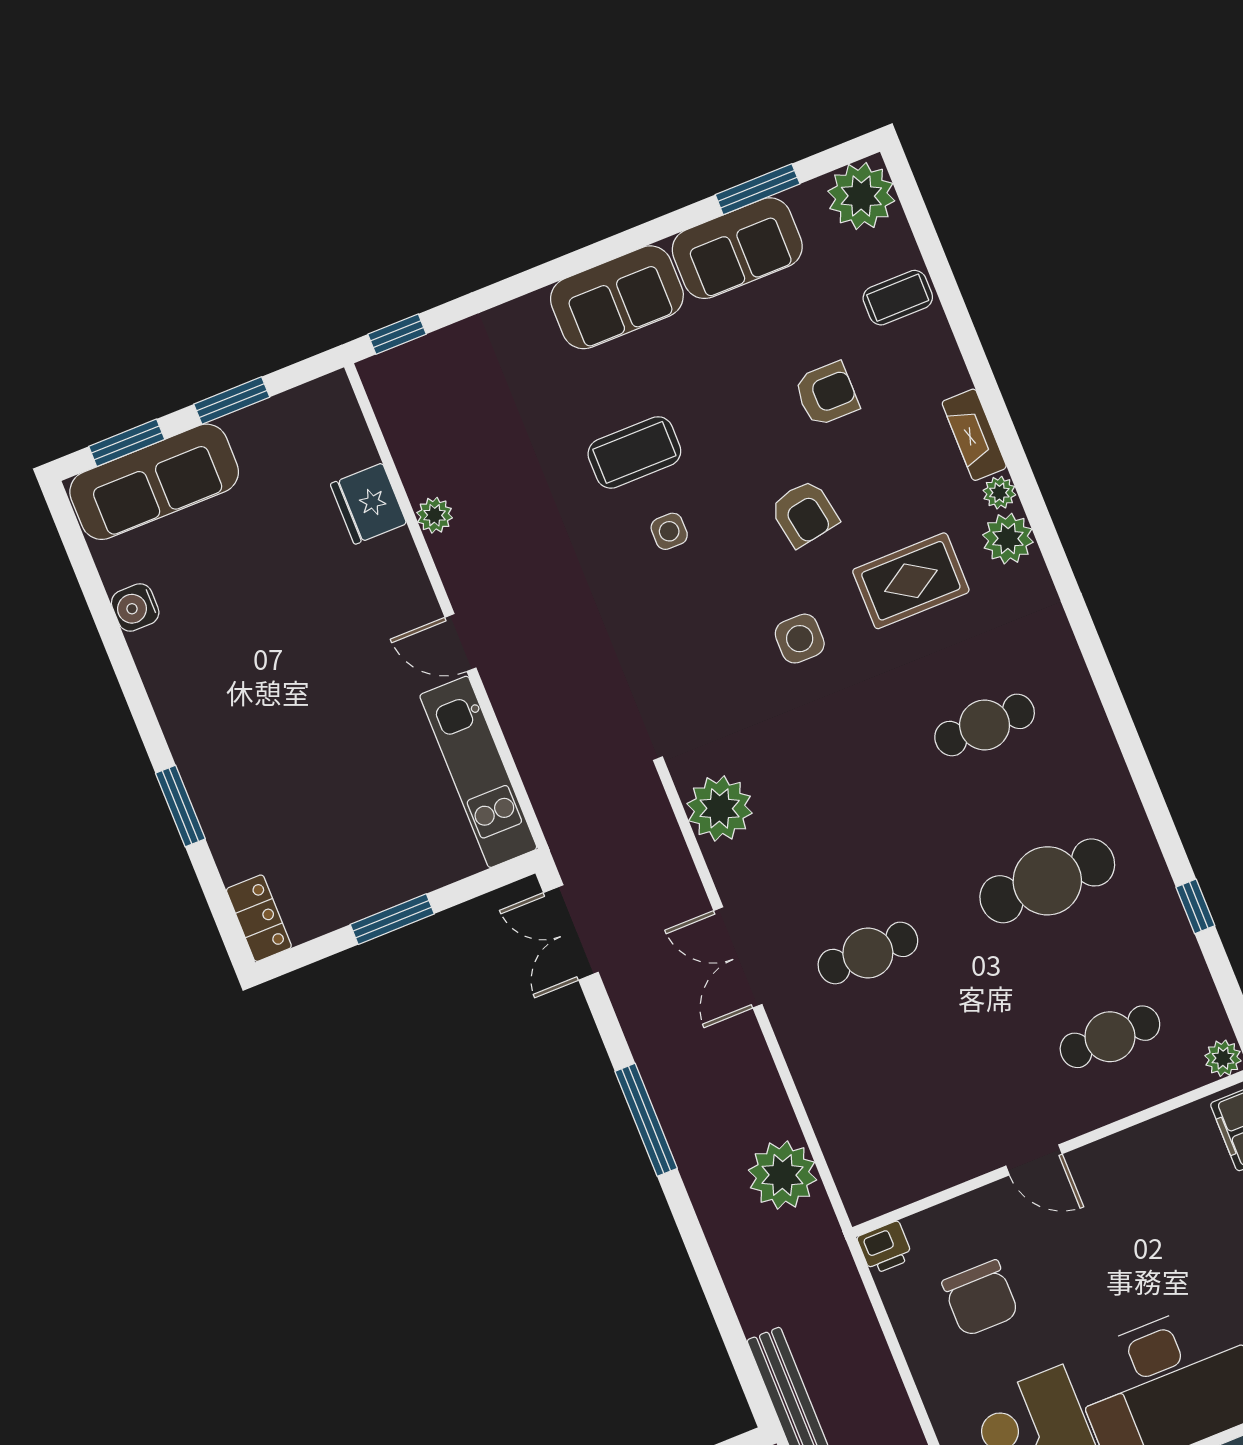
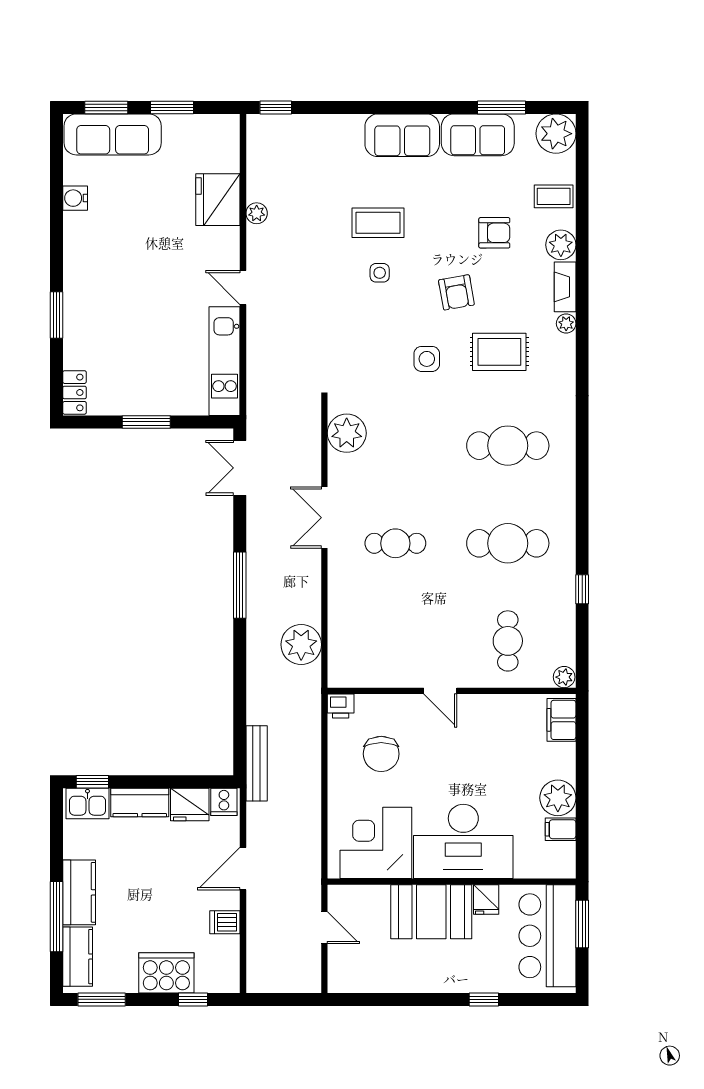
fridge: (368, 504) -> (218, 200), width x1.36, depth x1.34
plant: (1008, 539) -> (561, 245), moved
cafe table: (985, 725) -> (508, 446), width x1.37, depth x1.35
cafe table: (1110, 1037) -> (508, 641), turned 90

